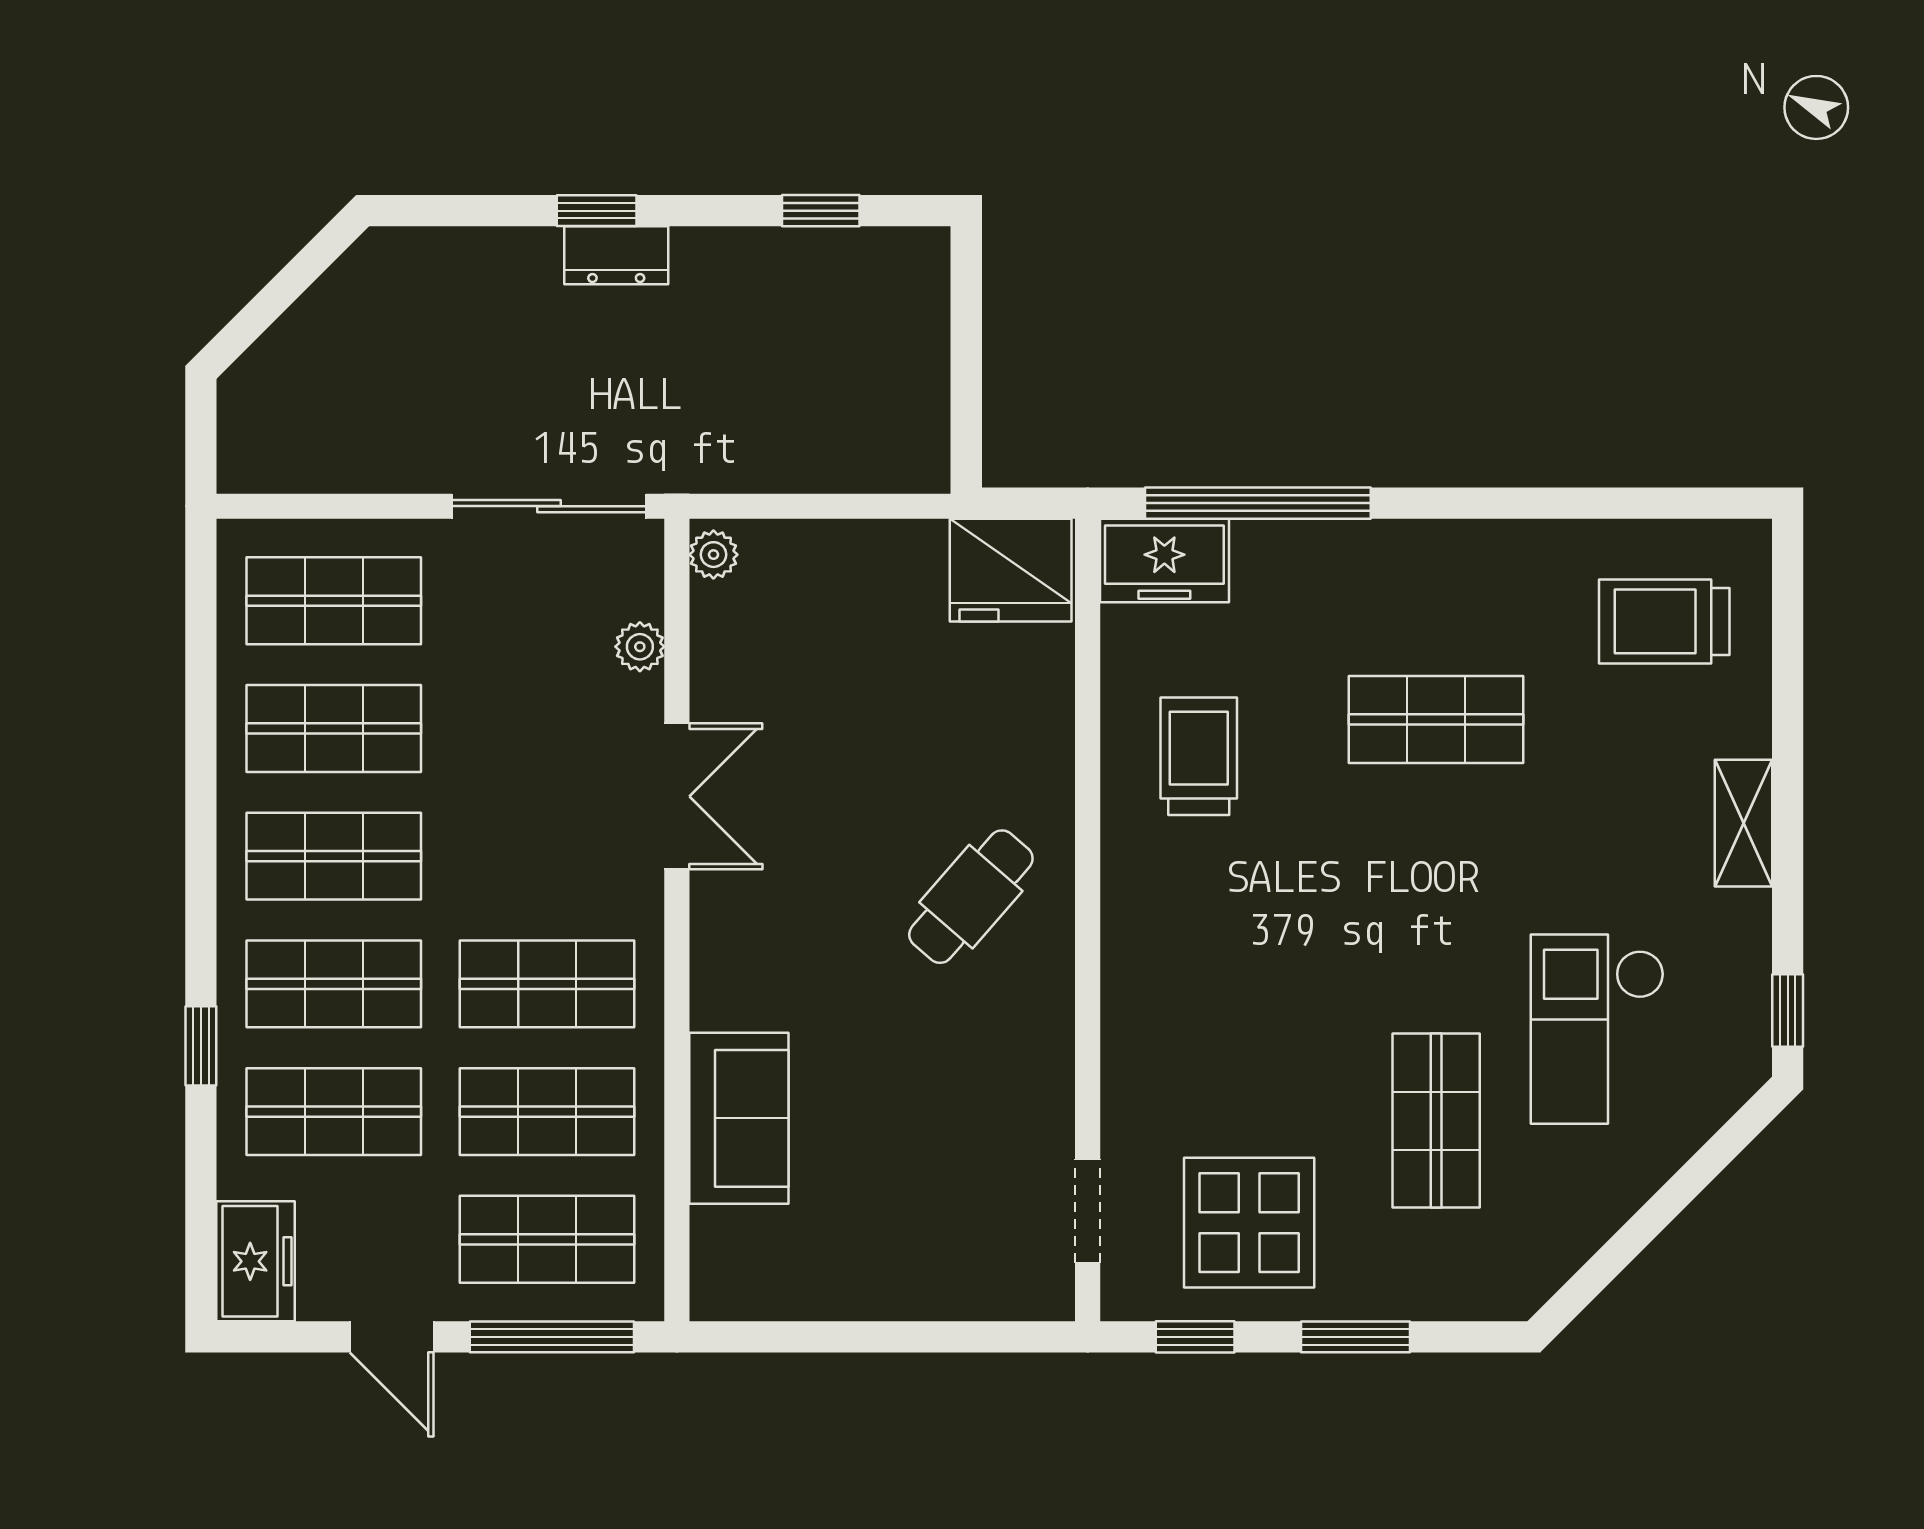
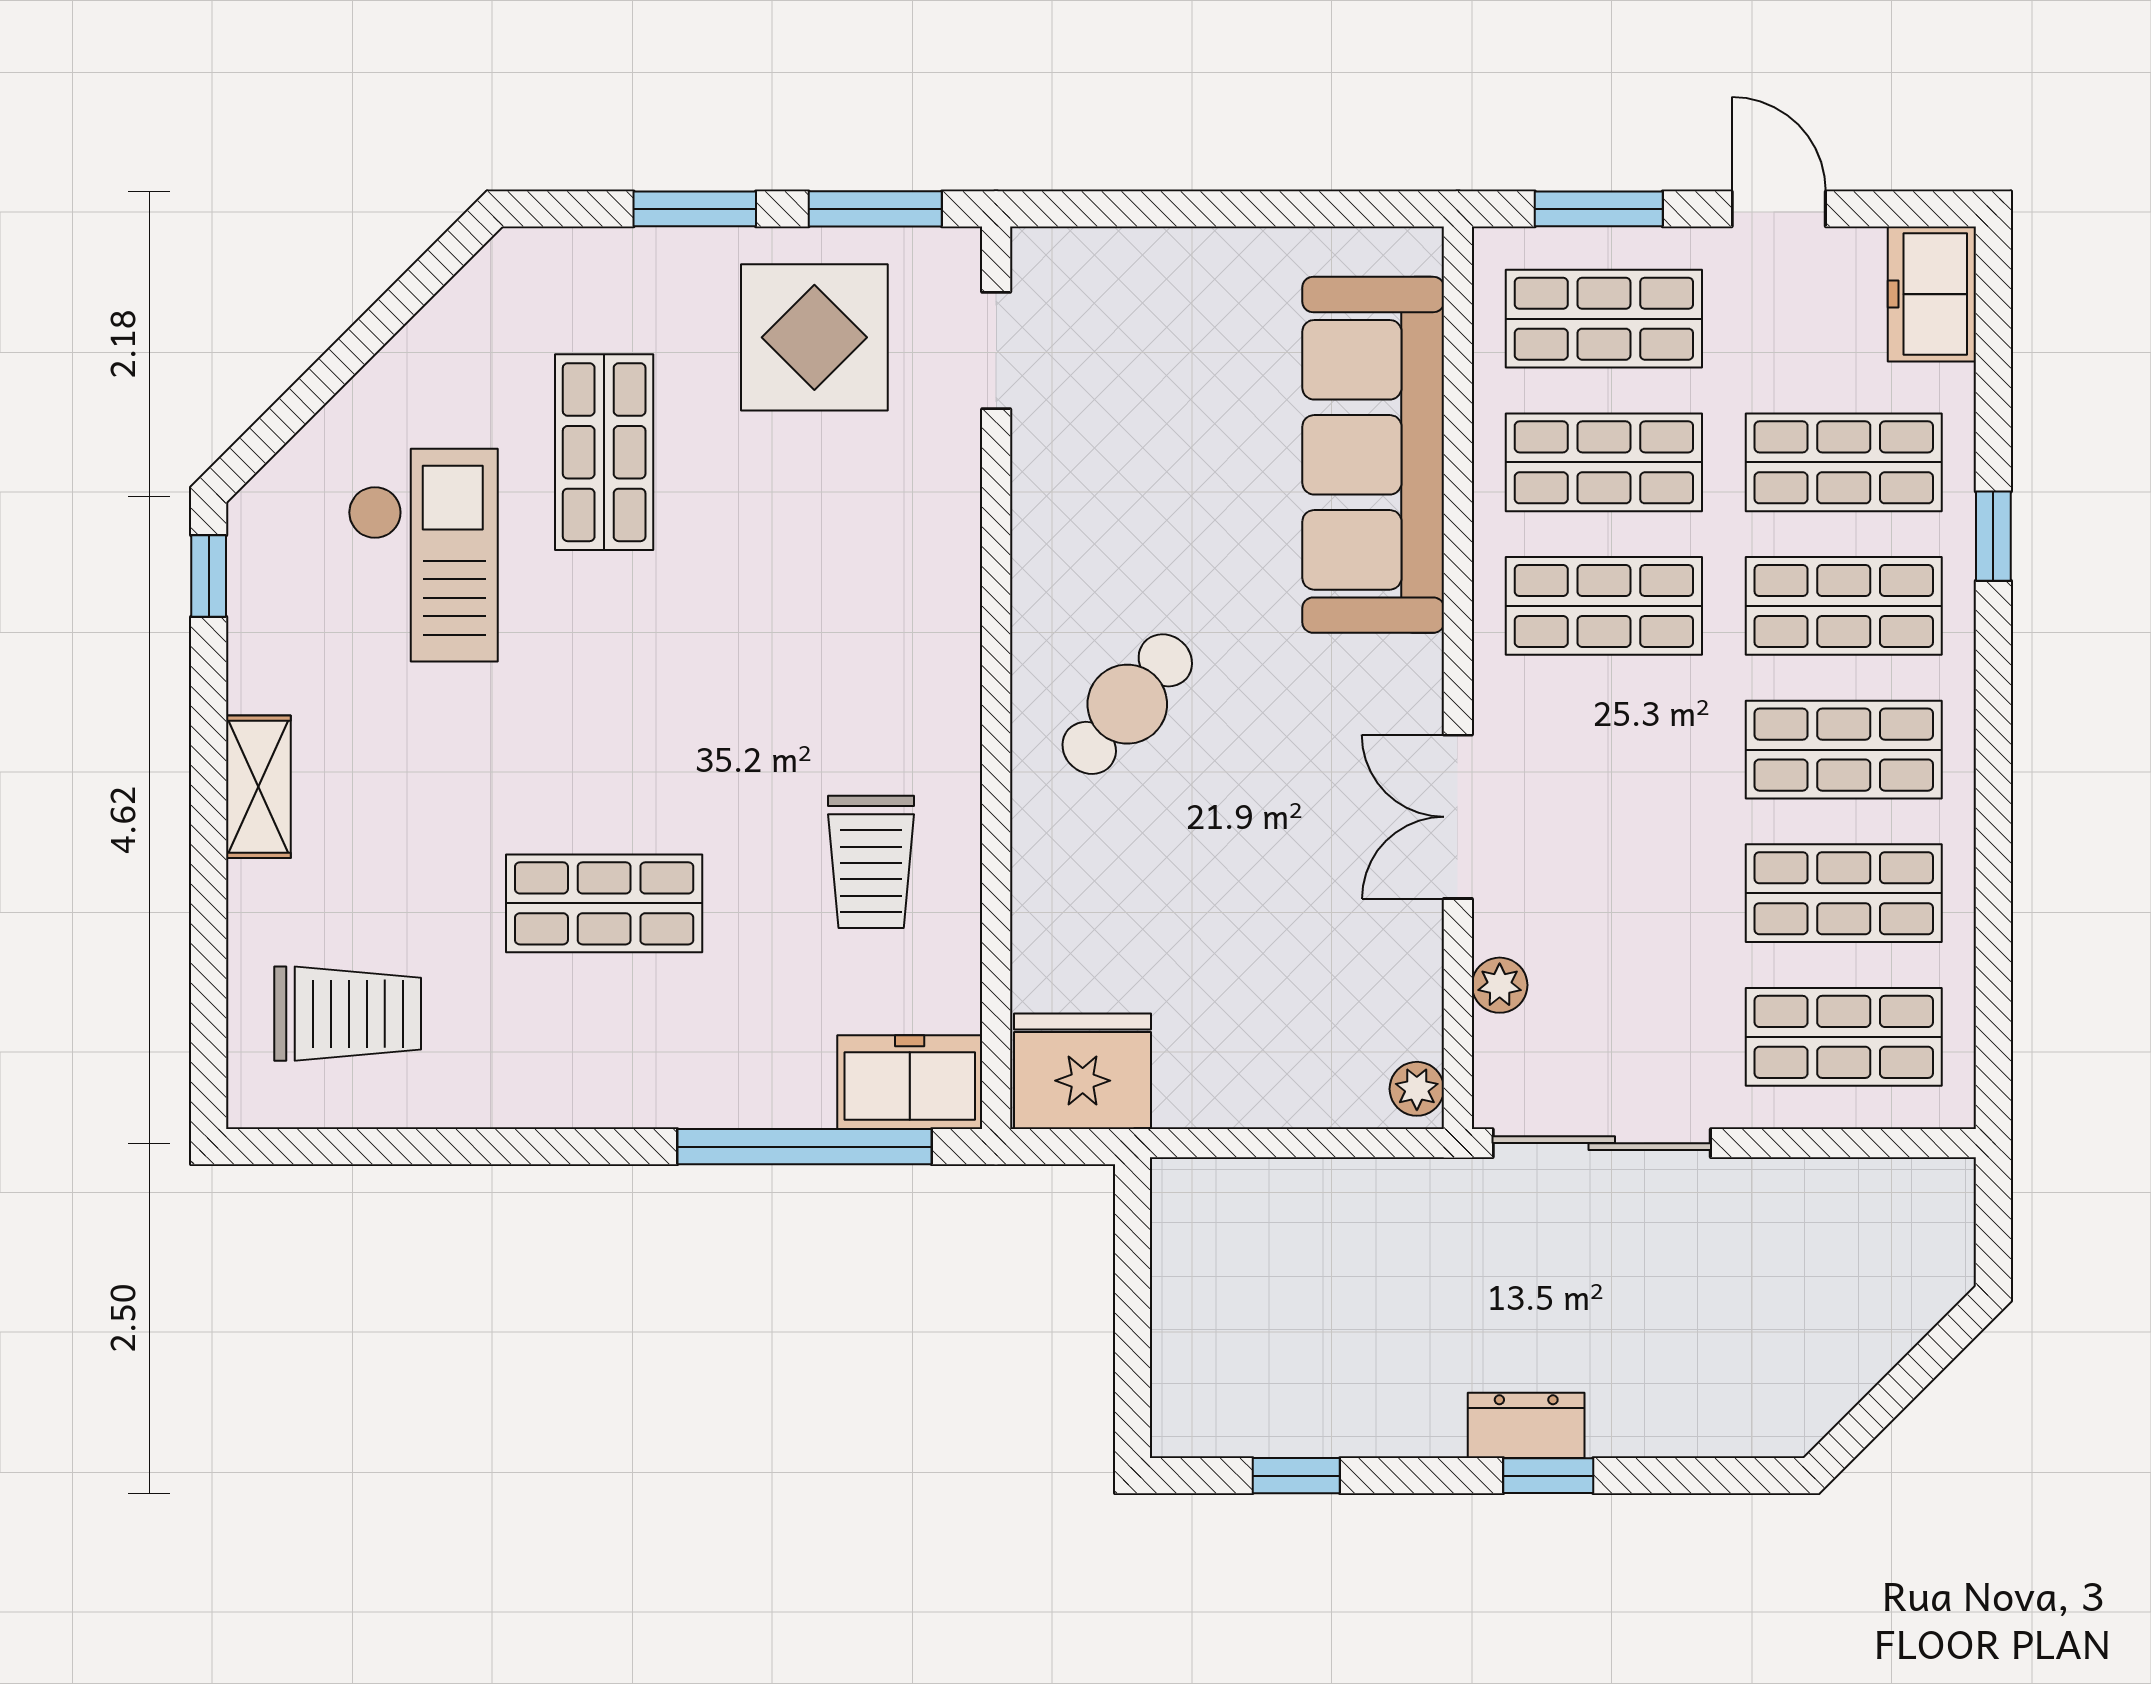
sofa: (739, 1118) -> (1373, 455), width x1.85, depth x1.27
window: (552, 1337) -> (1599, 209), width x0.69
window: (1195, 1337) -> (875, 209), width x1.50

